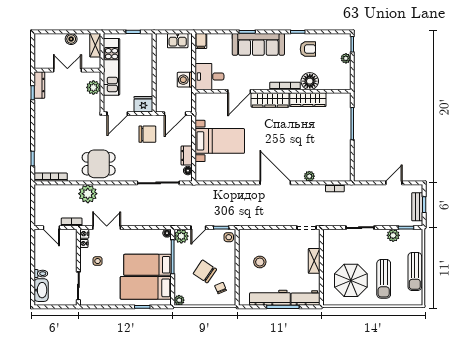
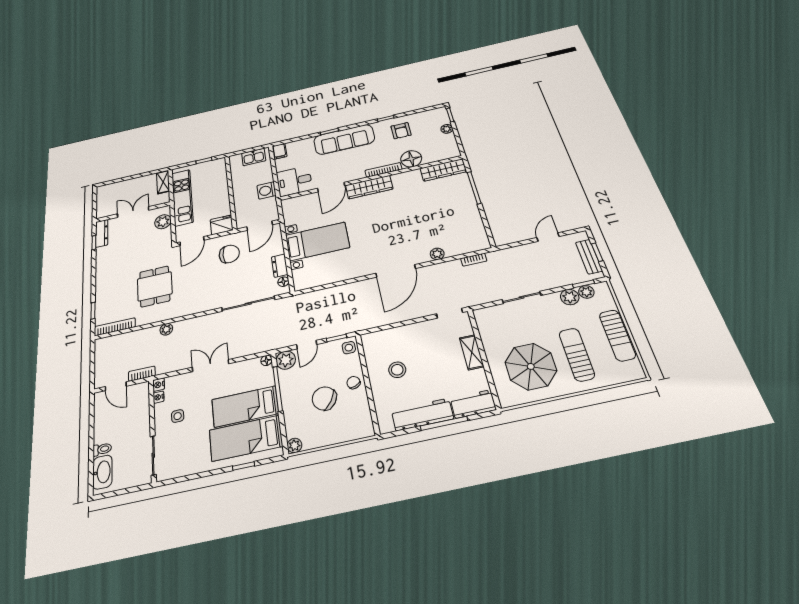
boiler: (71, 39) -> (137, 183), removed
armchair: (308, 49) -> (401, 131), turned 90
wardrobe: (308, 100) -> (443, 170), moved
dining table: (99, 164) -> (155, 286), moved, turned 90
door: (275, 183) -> (396, 271), swing flipped
plant: (88, 194) -> (166, 329), width x0.53, depth x0.53
double door: (107, 228) -> (211, 366), moved
plant: (406, 234) -> (586, 292), added
sun lounger: (384, 279) -> (577, 354), turned 180
chair: (221, 288) -> (353, 383), moved

